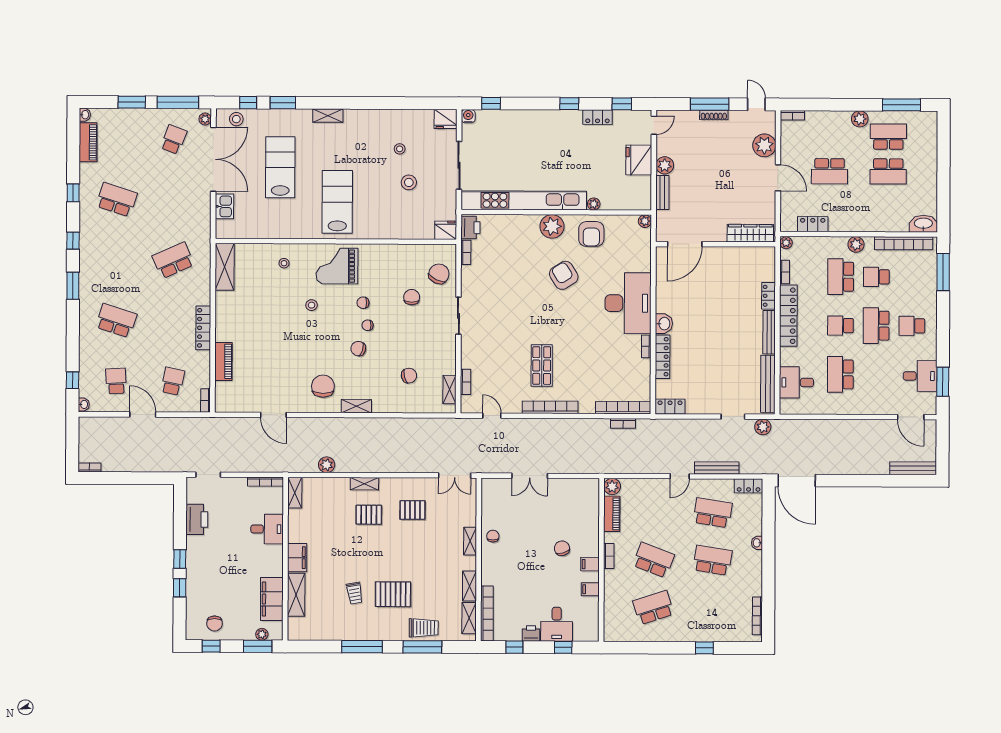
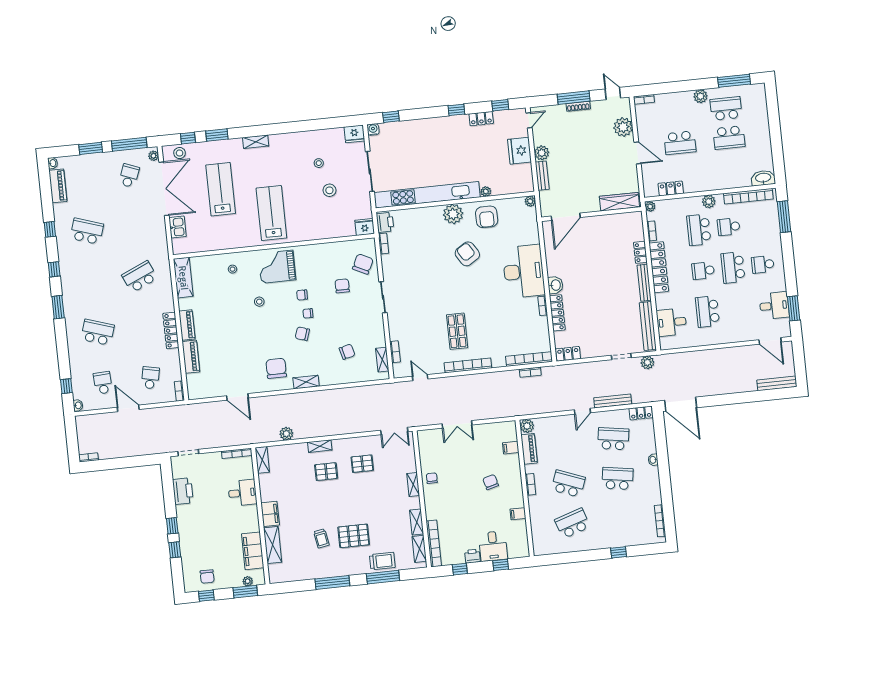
piano: (223, 323) -> (187, 325), added
filing cabinet: (590, 564) -> (511, 448), moved

